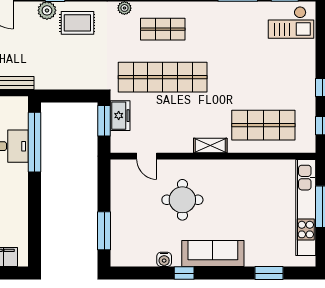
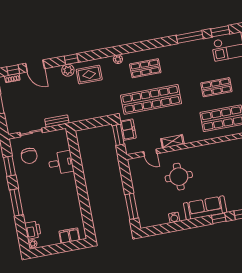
shop shelf: (263, 77) -> (216, 87), added
window: (34, 142) -> (76, 157), removed
shelving: (210, 145) -> (172, 141), moved
window: (184, 273) -> (219, 218), moved

